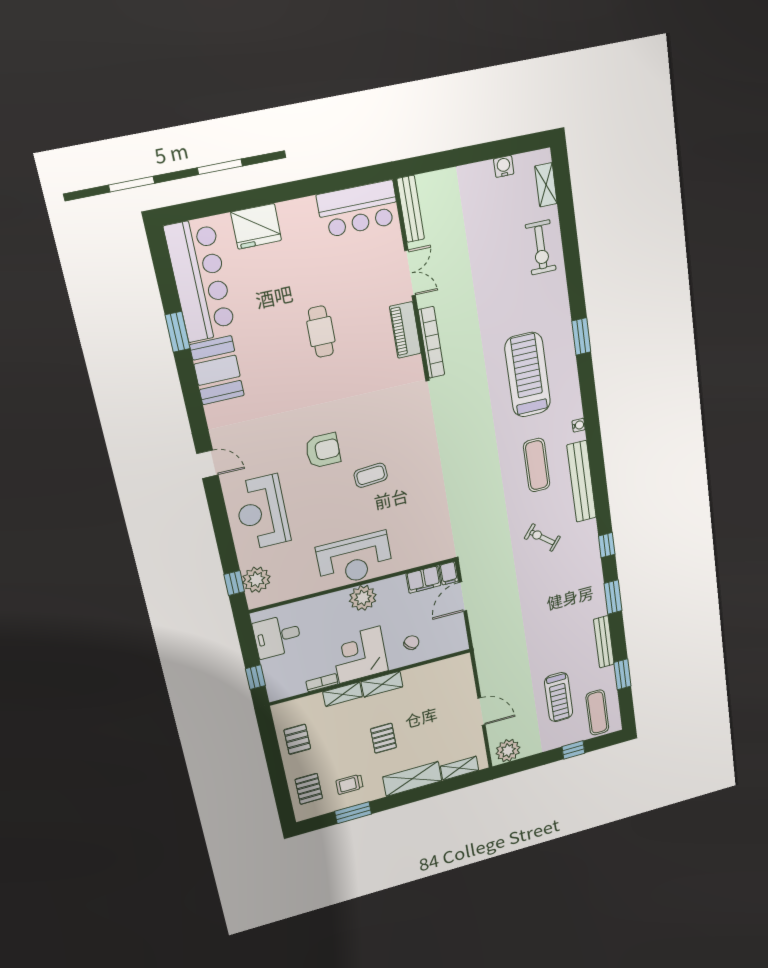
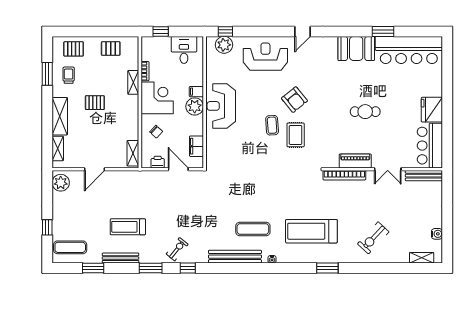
fridge: (256, 226) -> (432, 110), moved
exercise bike: (541, 247) -> (373, 238), moved, turned -47
treadmill: (528, 375) -> (311, 231), turned 180
rug: (380, 435) -> (296, 135), added
armchair: (323, 450) -> (294, 100), turned -39
exercise bike: (542, 538) -> (177, 249), moved
filing cabinet: (449, 573) -> (196, 92), moved
printer: (457, 628) -> (158, 162), added
shelving: (382, 684) -> (133, 153), moved
treadmill: (559, 697) -> (128, 227), moved

